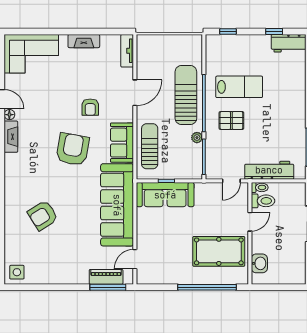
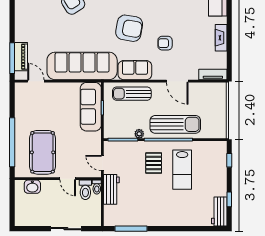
sun lounger: (150, 146) -> (132, 94), turned 180
workbench: (269, 170) -> (111, 189), width x0.73

